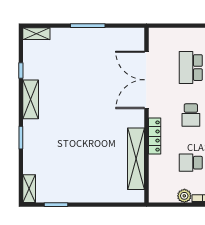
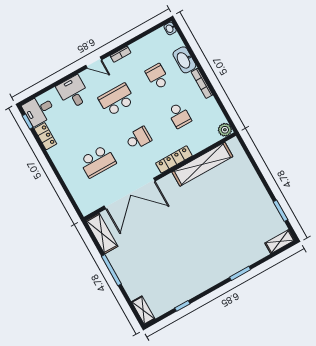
shelving: (31, 99) -> (102, 233), moved, turned 90
plant: (184, 196) -> (225, 130), moved

